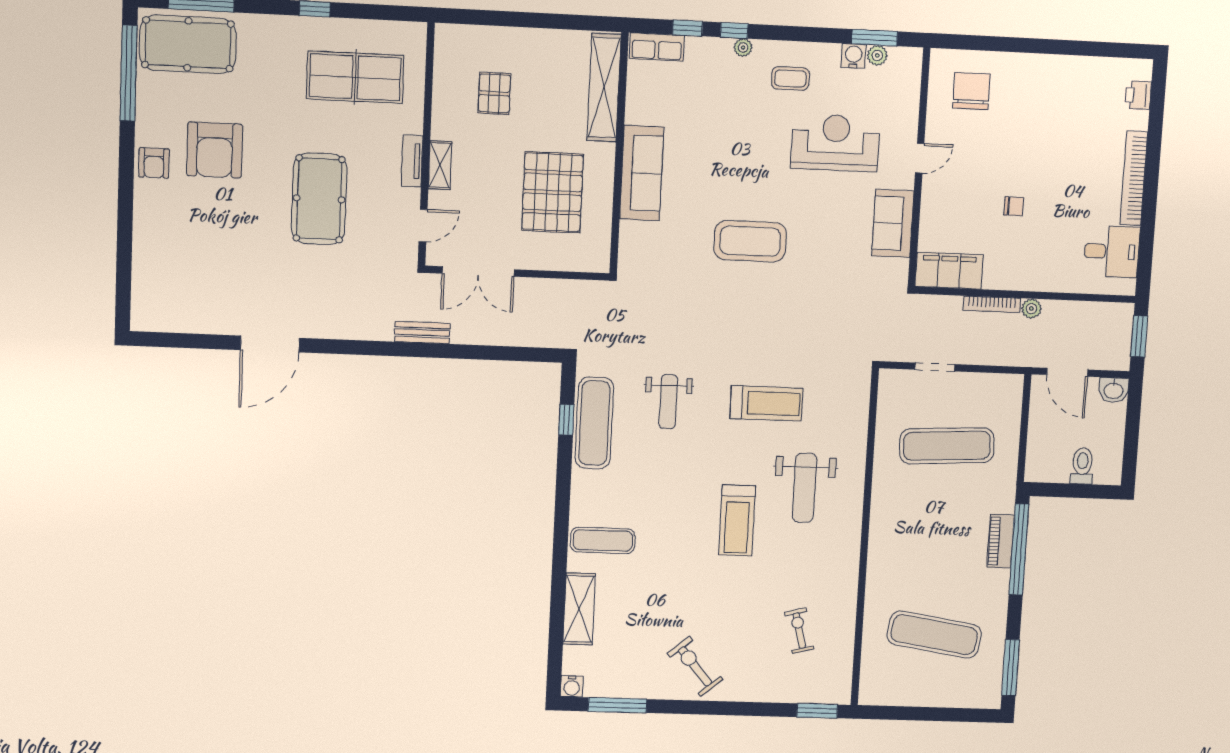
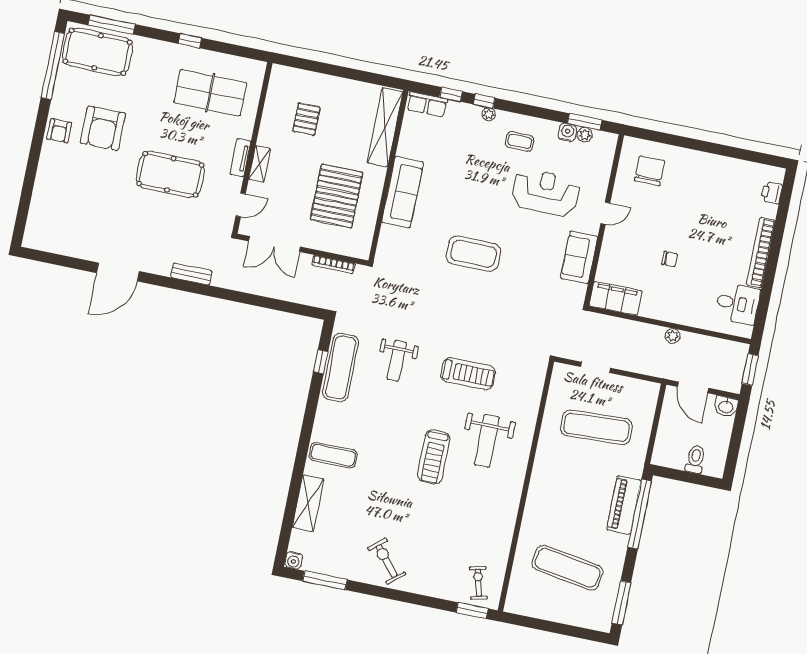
pool table: (319, 199) -> (170, 174), turned 90
bookcase: (992, 304) -> (334, 264), moved
bench: (422, 332) -> (191, 274), moved
piano: (1001, 541) -> (624, 505), width x1.37, depth x1.33
exercise bike: (799, 631) -> (478, 583), moved

